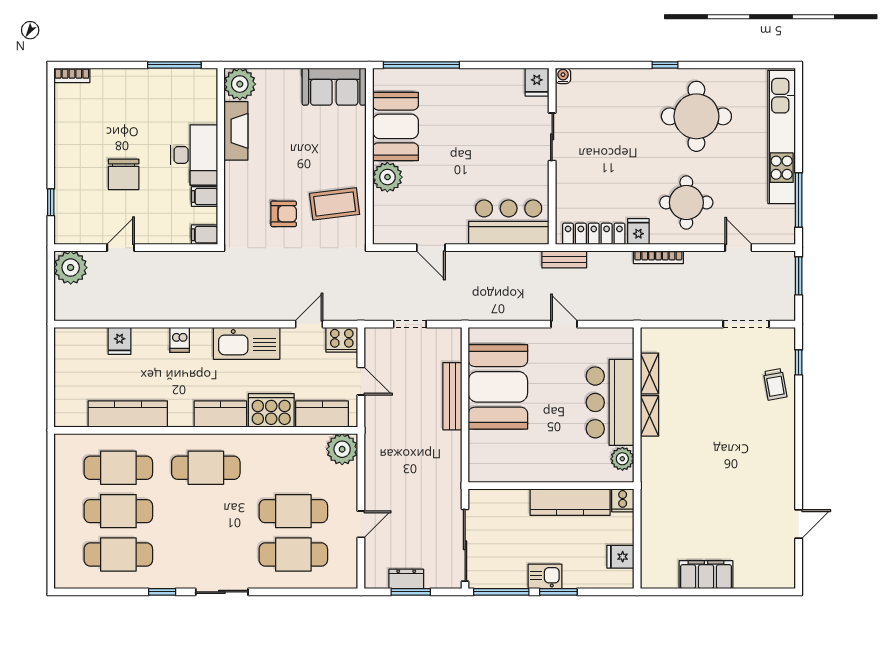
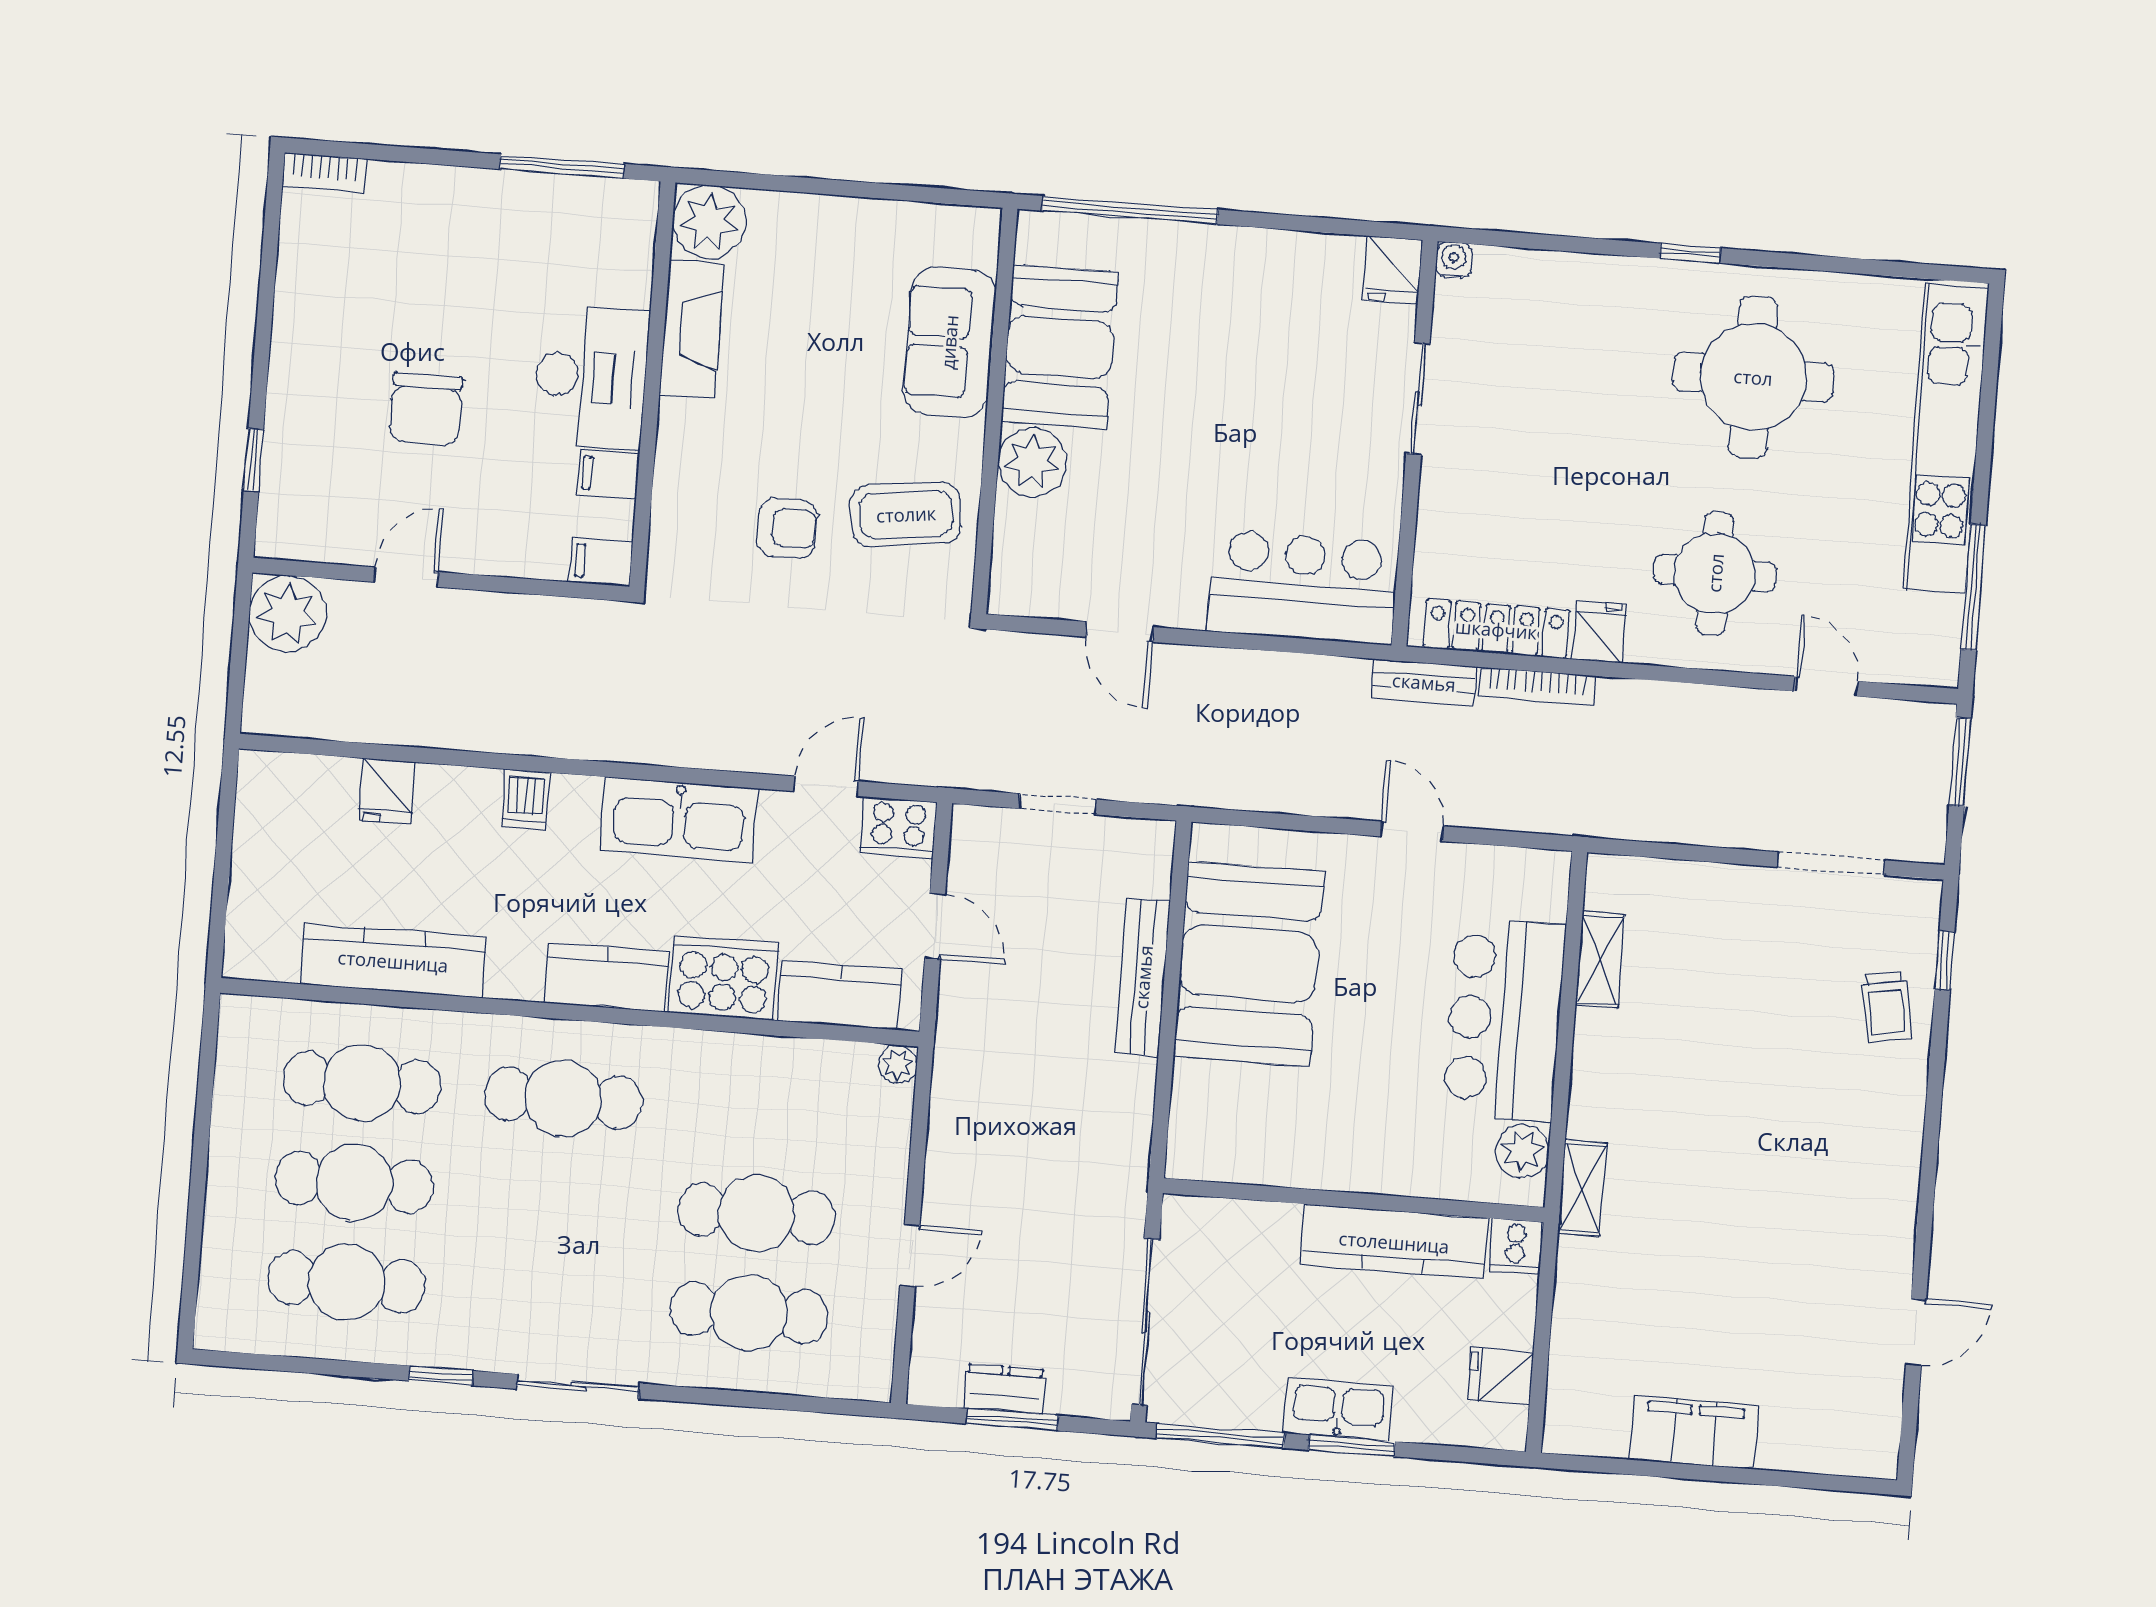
sofa: (334, 87) -> (949, 342), moved, turned 90
bookcase: (658, 257) -> (1537, 686), moved
shelving: (649, 416) -> (1582, 1188), moved
plant: (342, 449) -> (898, 1064), width x0.53, depth x0.53
kitchen sink: (545, 576) -> (1338, 1409), width x1.38

